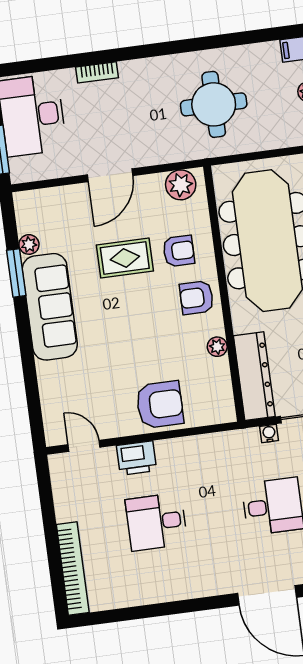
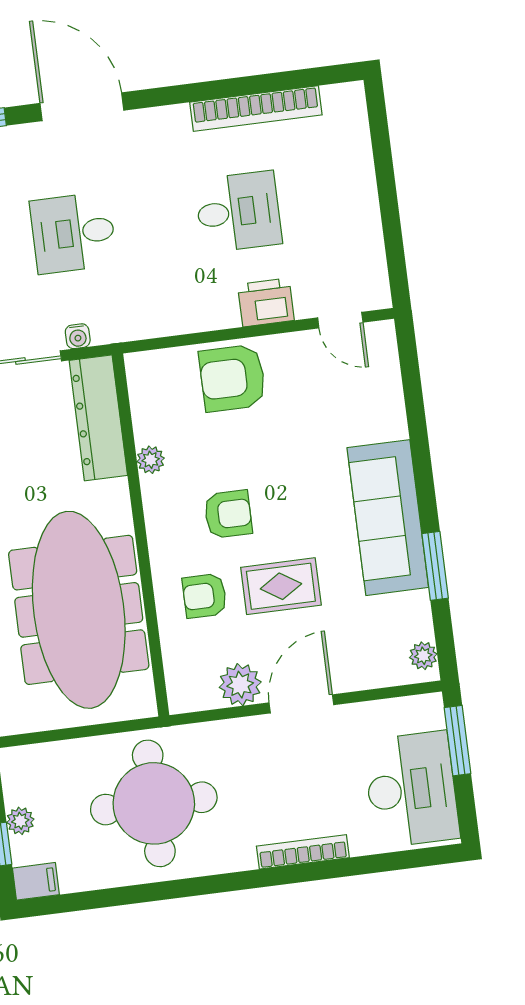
bookcase: (97, 72) -> (303, 852), width x1.56
round table: (214, 104) -> (154, 803), width x1.36, depth x1.36
plant: (181, 185) -> (240, 685), moved
plant: (29, 244) -> (423, 656), moved
armchair: (197, 298) -> (228, 514), moved
bookcase: (73, 569) -> (256, 109), moved, turned -90

